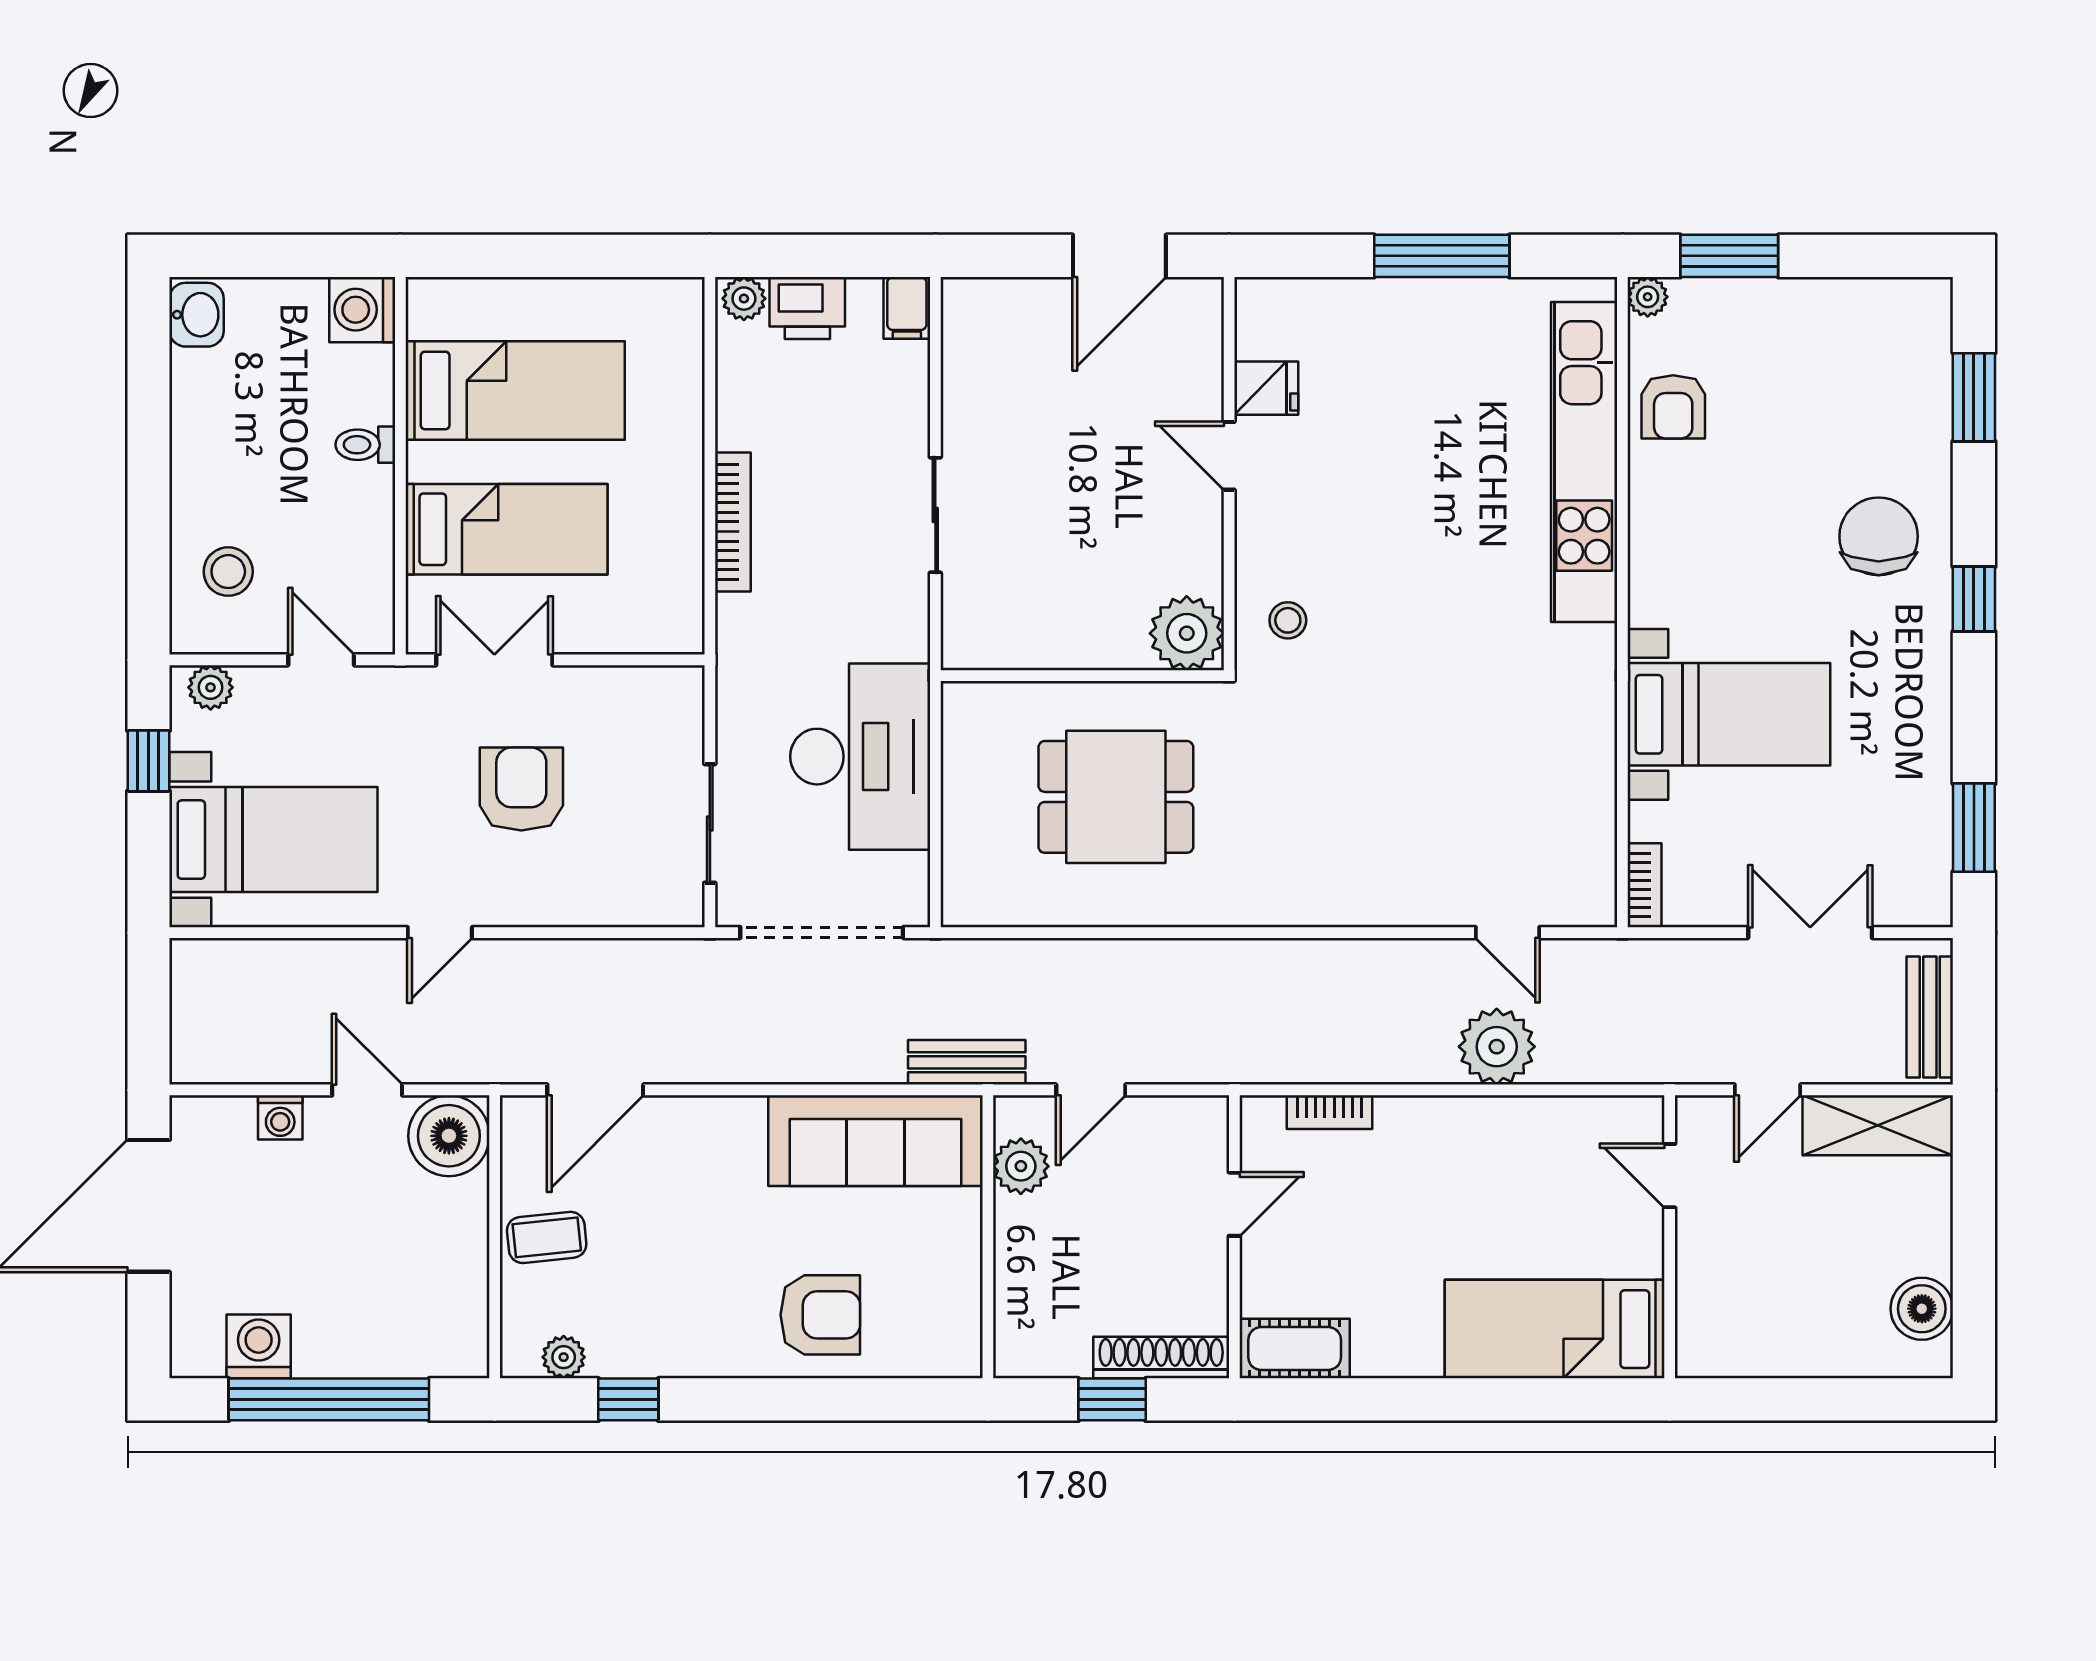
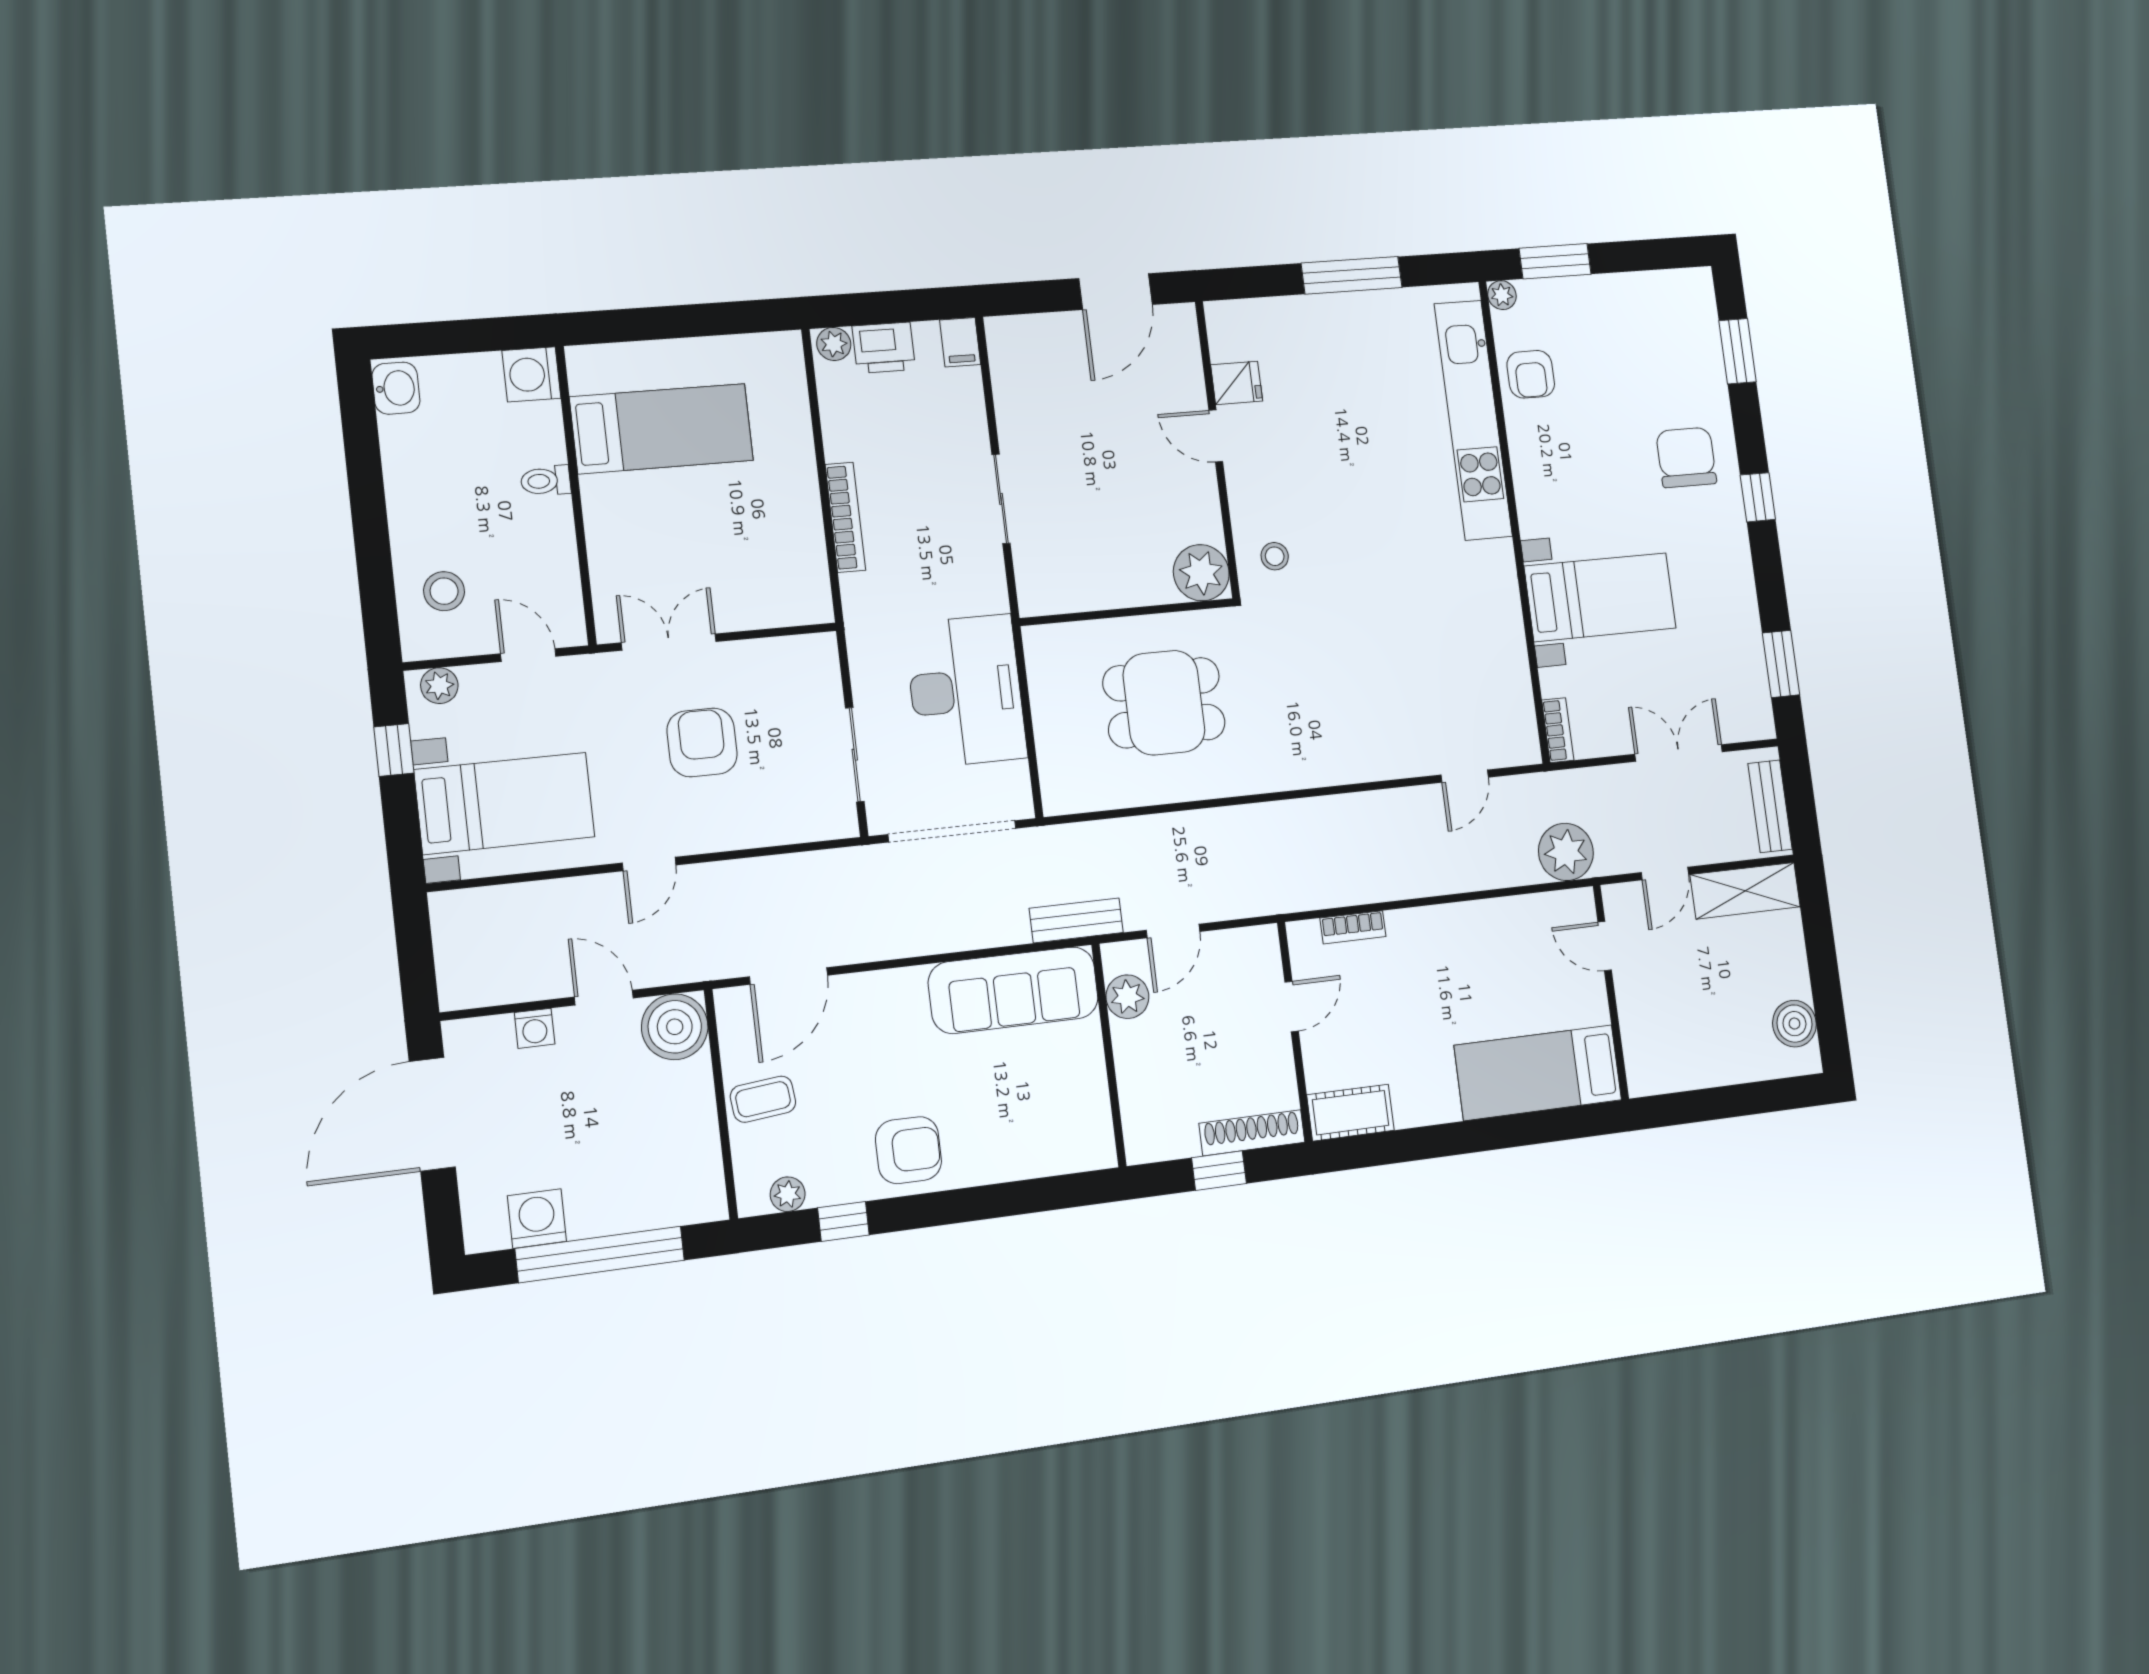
bed: (506, 529) -> (667, 538), removed
door: (1508, 933) -> (1465, 776), hinge flipped
plant: (1497, 1047) -> (1566, 852), moved
armchair: (820, 1315) -> (908, 1150), moved

